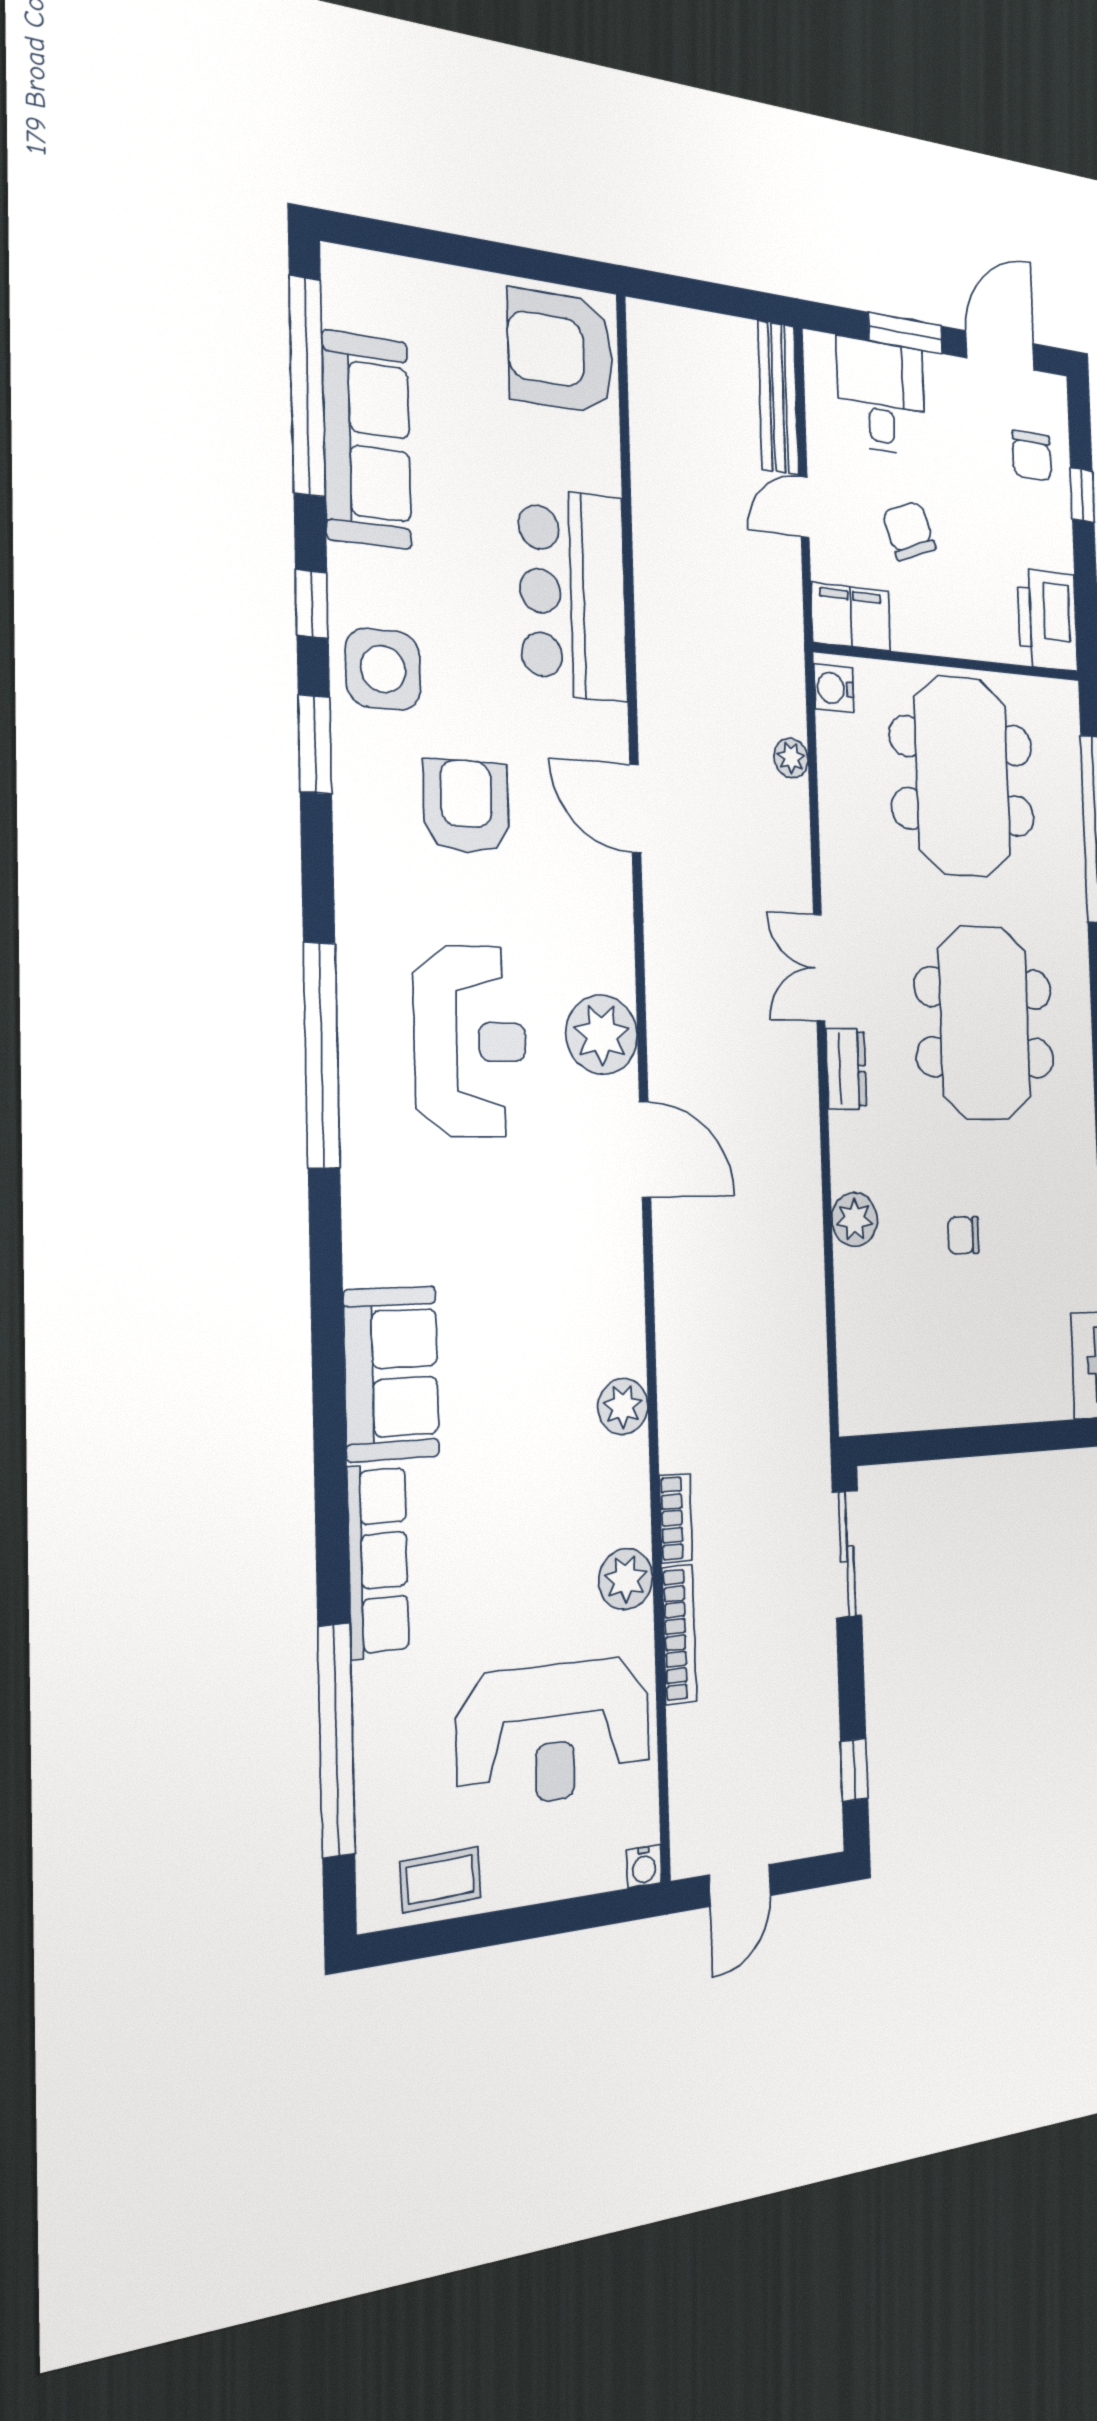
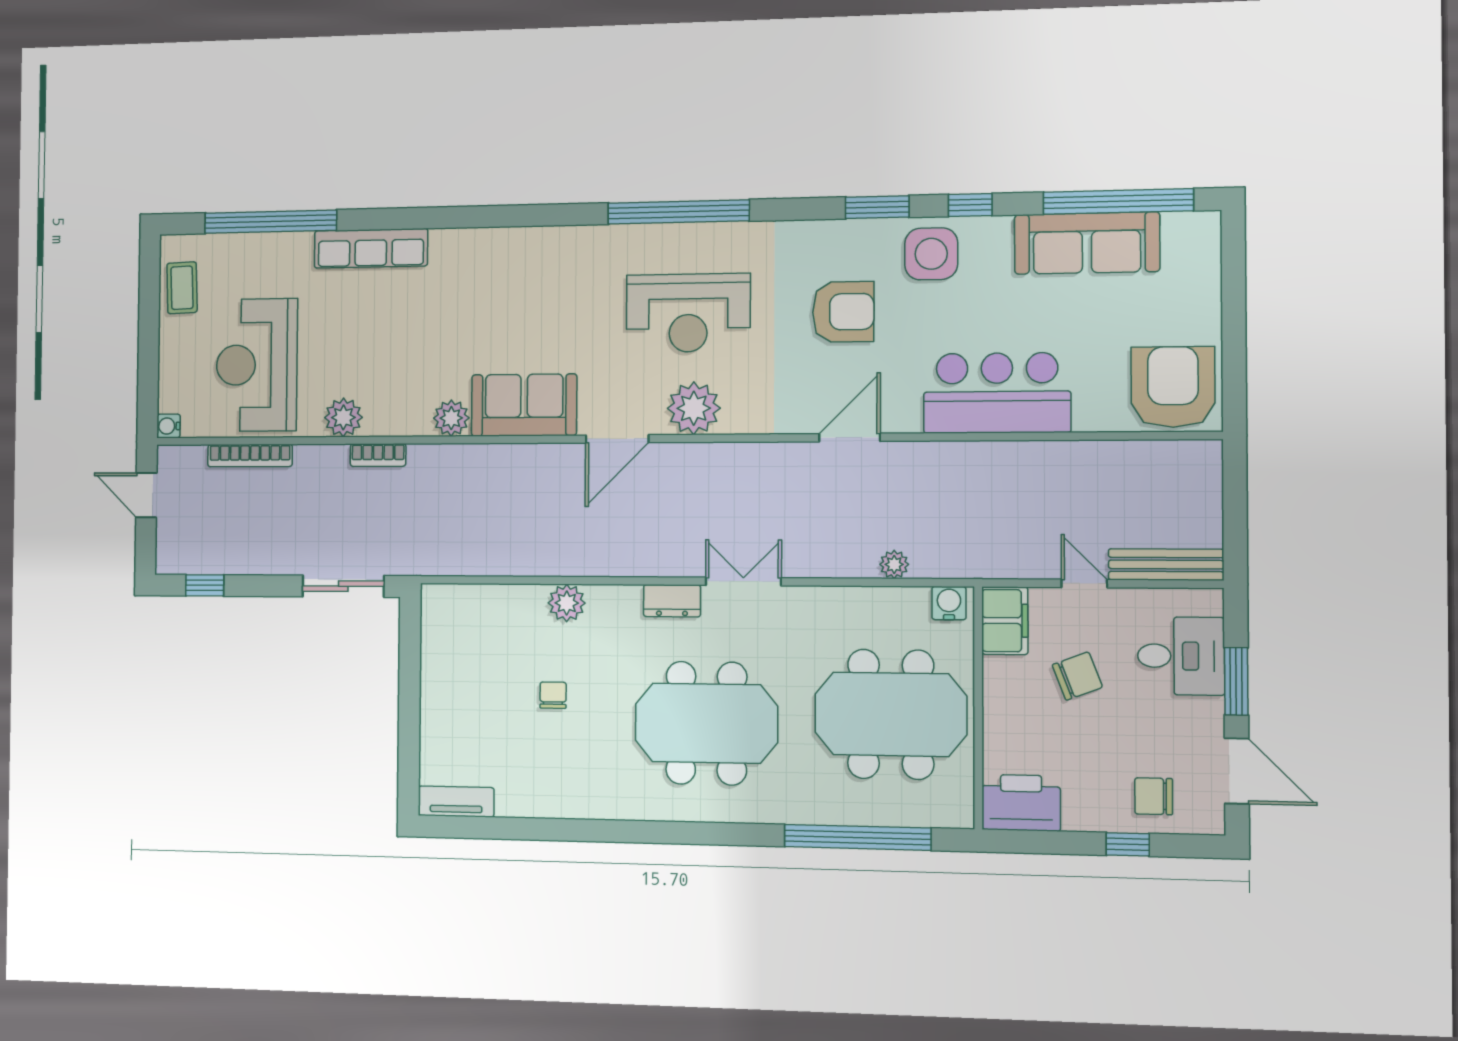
sofa: (391, 1373) -> (524, 405), moved, turned 180
bookcase: (679, 1634) -> (250, 456), moved

